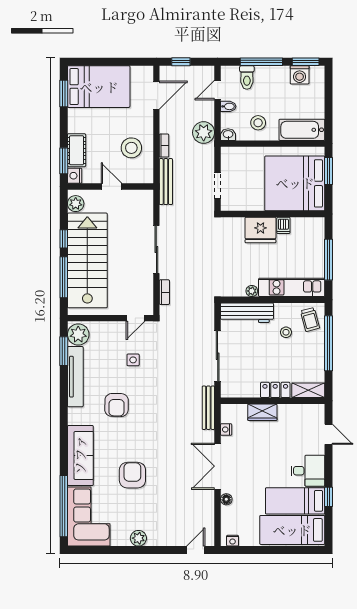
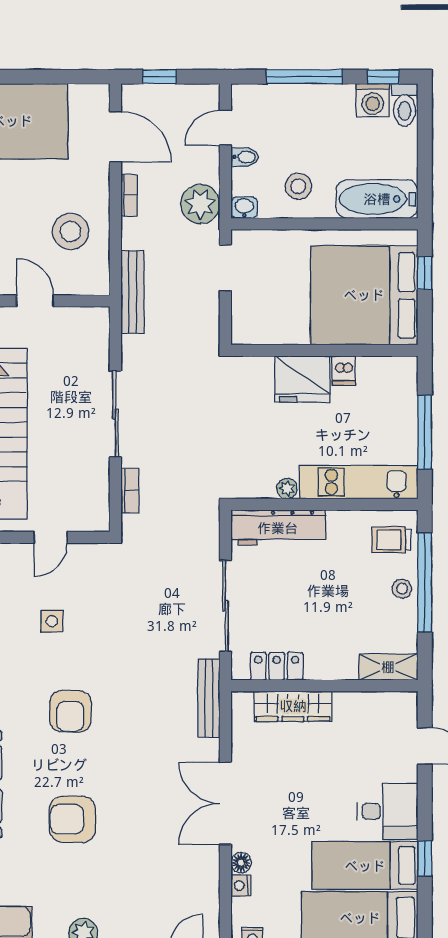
window: (306, 62) -> (383, 77), width x0.67
toilet: (247, 77) -> (404, 105), moved
door: (156, 95) -> (115, 137), hinge flipped
bookcase: (164, 146) -> (129, 195), moved
window: (329, 171) -> (425, 273), width x0.67
doorway: (218, 186) -> (225, 268), moved
door: (135, 318) -> (51, 537), moved
trolley: (310, 319) -> (392, 540), turned 105
stool: (286, 332) -> (402, 589), moved
side table: (133, 360) -> (52, 621), moved
locker: (275, 390) -> (277, 666), moved
armchair: (117, 405) -> (70, 711), moved
wardrobe: (262, 412) -> (293, 706), width x1.50
nightstand: (226, 430) -> (241, 886), moved
armchair: (132, 475) -> (72, 819), turned -90

